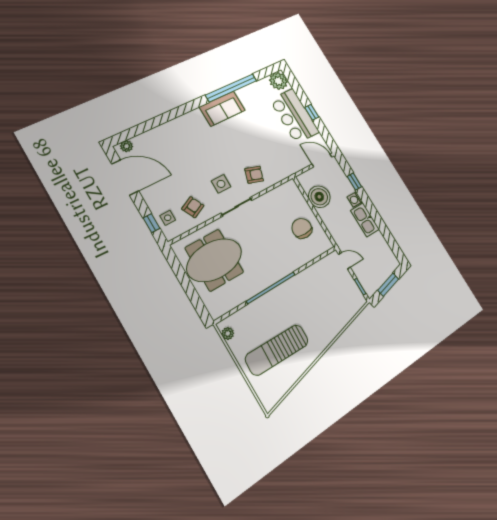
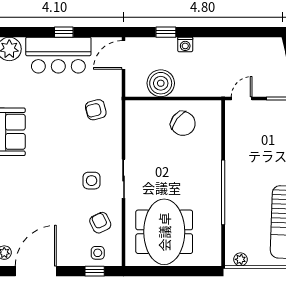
armchair: (254, 175) -> (96, 110), moved, turned -122
kitchen sink: (365, 220) -> (213, 47), removed
chair: (302, 228) -> (183, 123), turned -143

